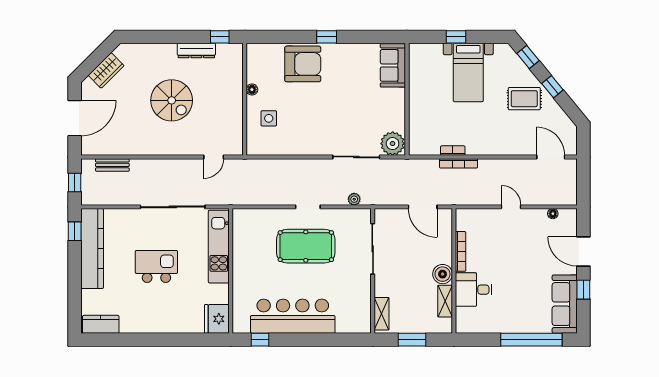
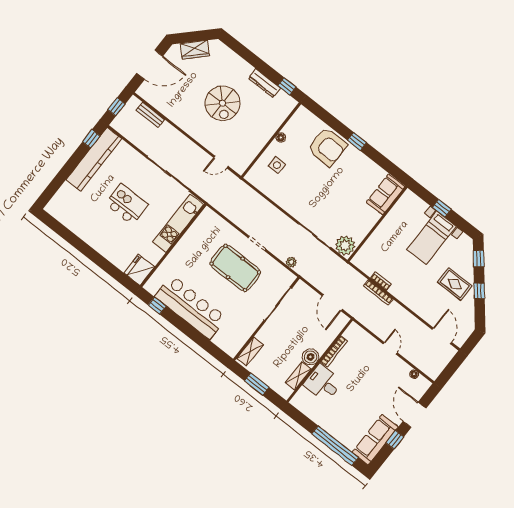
kitchen counter: (101, 324) -> (60, 213), removed

